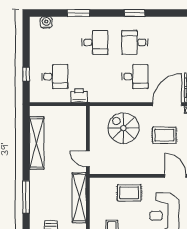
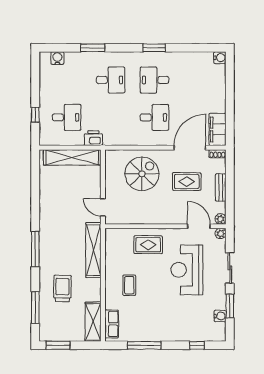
spiral stairs: (123, 128) -> (142, 174), turned 90
shelving: (37, 143) -> (72, 157), moved, turned 90

